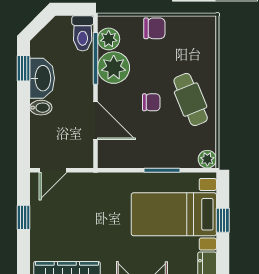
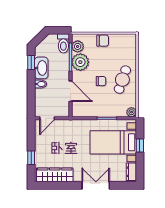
cafe table: (191, 100) -> (122, 80), turned 41
window: (23, 217) -> (31, 158), moved

